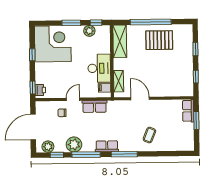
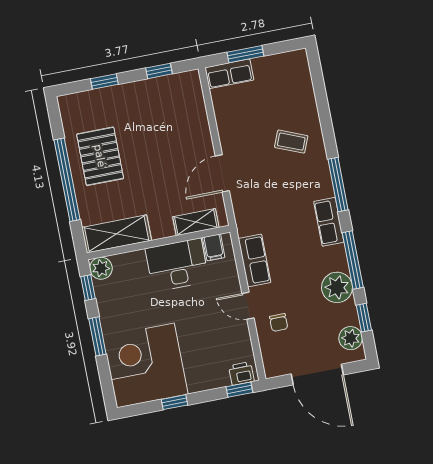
plant: (89, 31) -> (101, 268), moved

